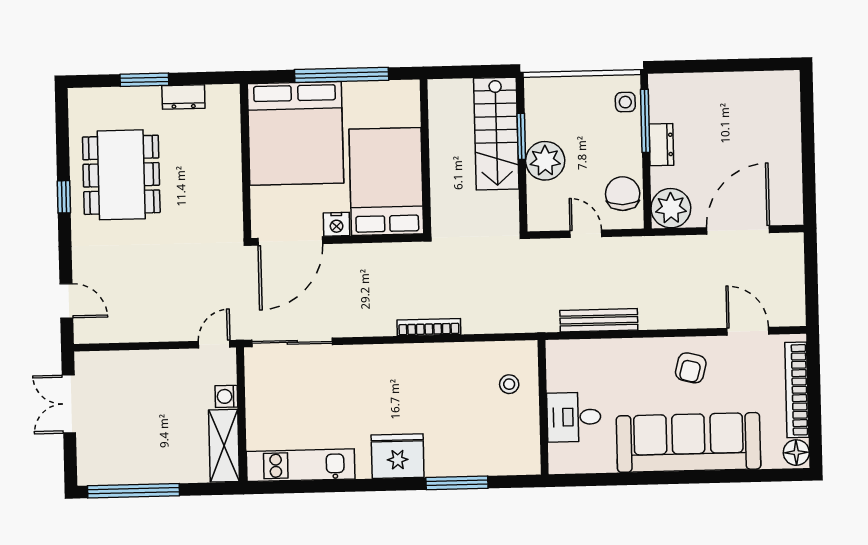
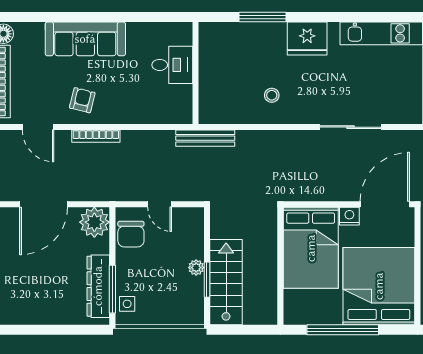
dresser: (661, 145) -> (98, 286), width x1.96, depth x1.24
plant: (545, 161) -> (196, 268), width x0.53, depth x0.53
bench: (599, 320) -> (205, 138), moved
bookcase: (429, 327) -> (96, 136), moved
sliding door: (292, 342) -> (351, 127), moved
stool: (509, 384) -> (272, 95), moved
sofa: (689, 442) -> (85, 39), width x0.74, depth x0.79

